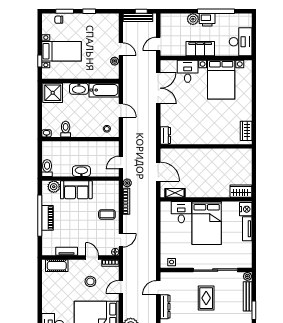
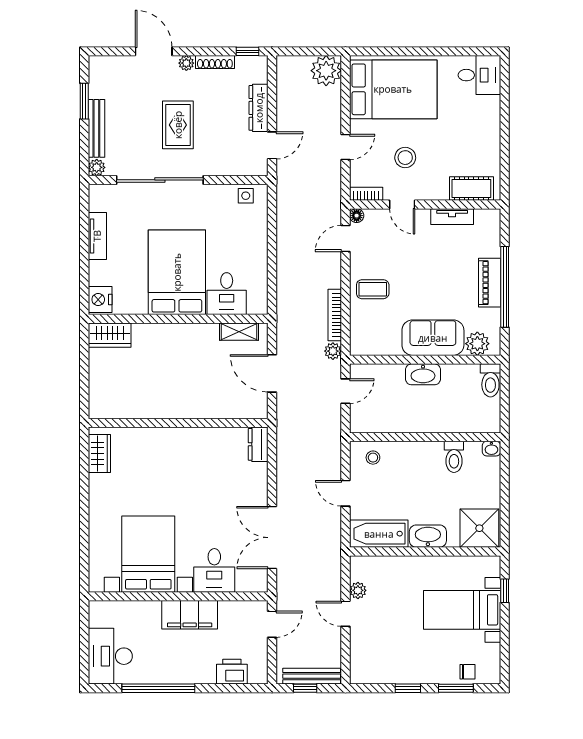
plant: (193, 19) -> (204, 673), removed
printer: (207, 20) -> (232, 672), moved
desk: (241, 42) -> (110, 656), moved
tv unit: (247, 229) -> (97, 236), moved

